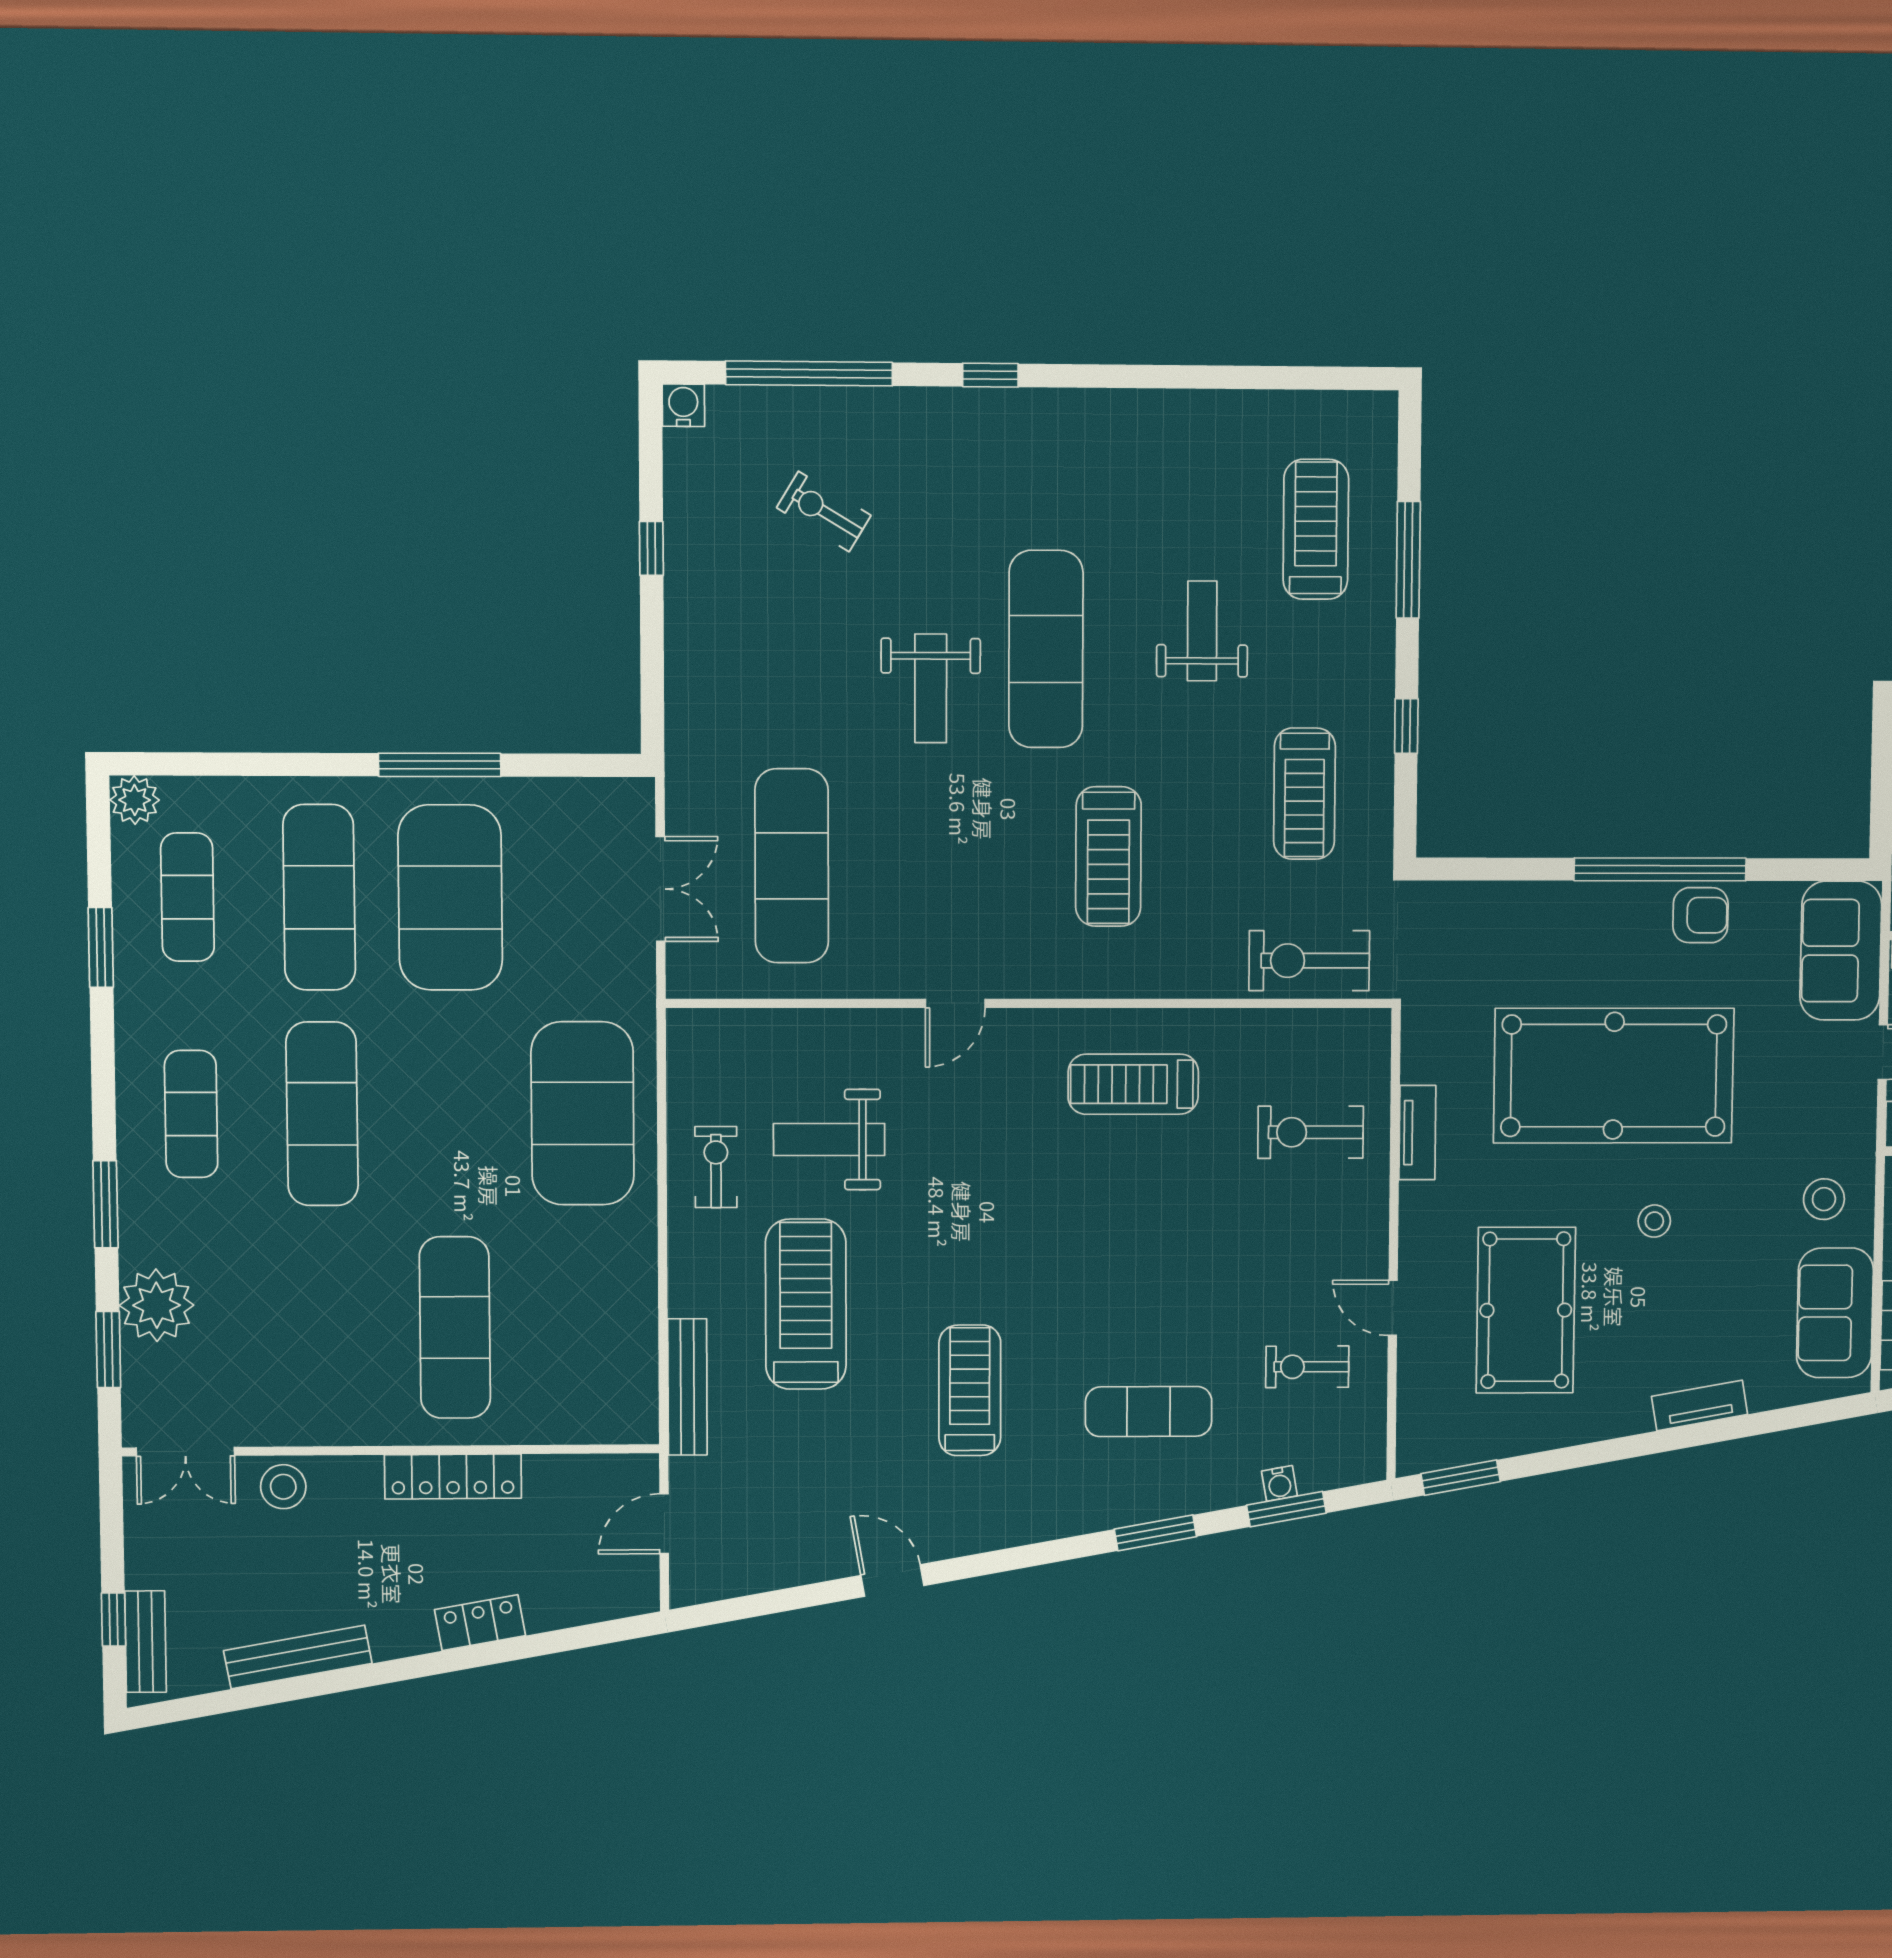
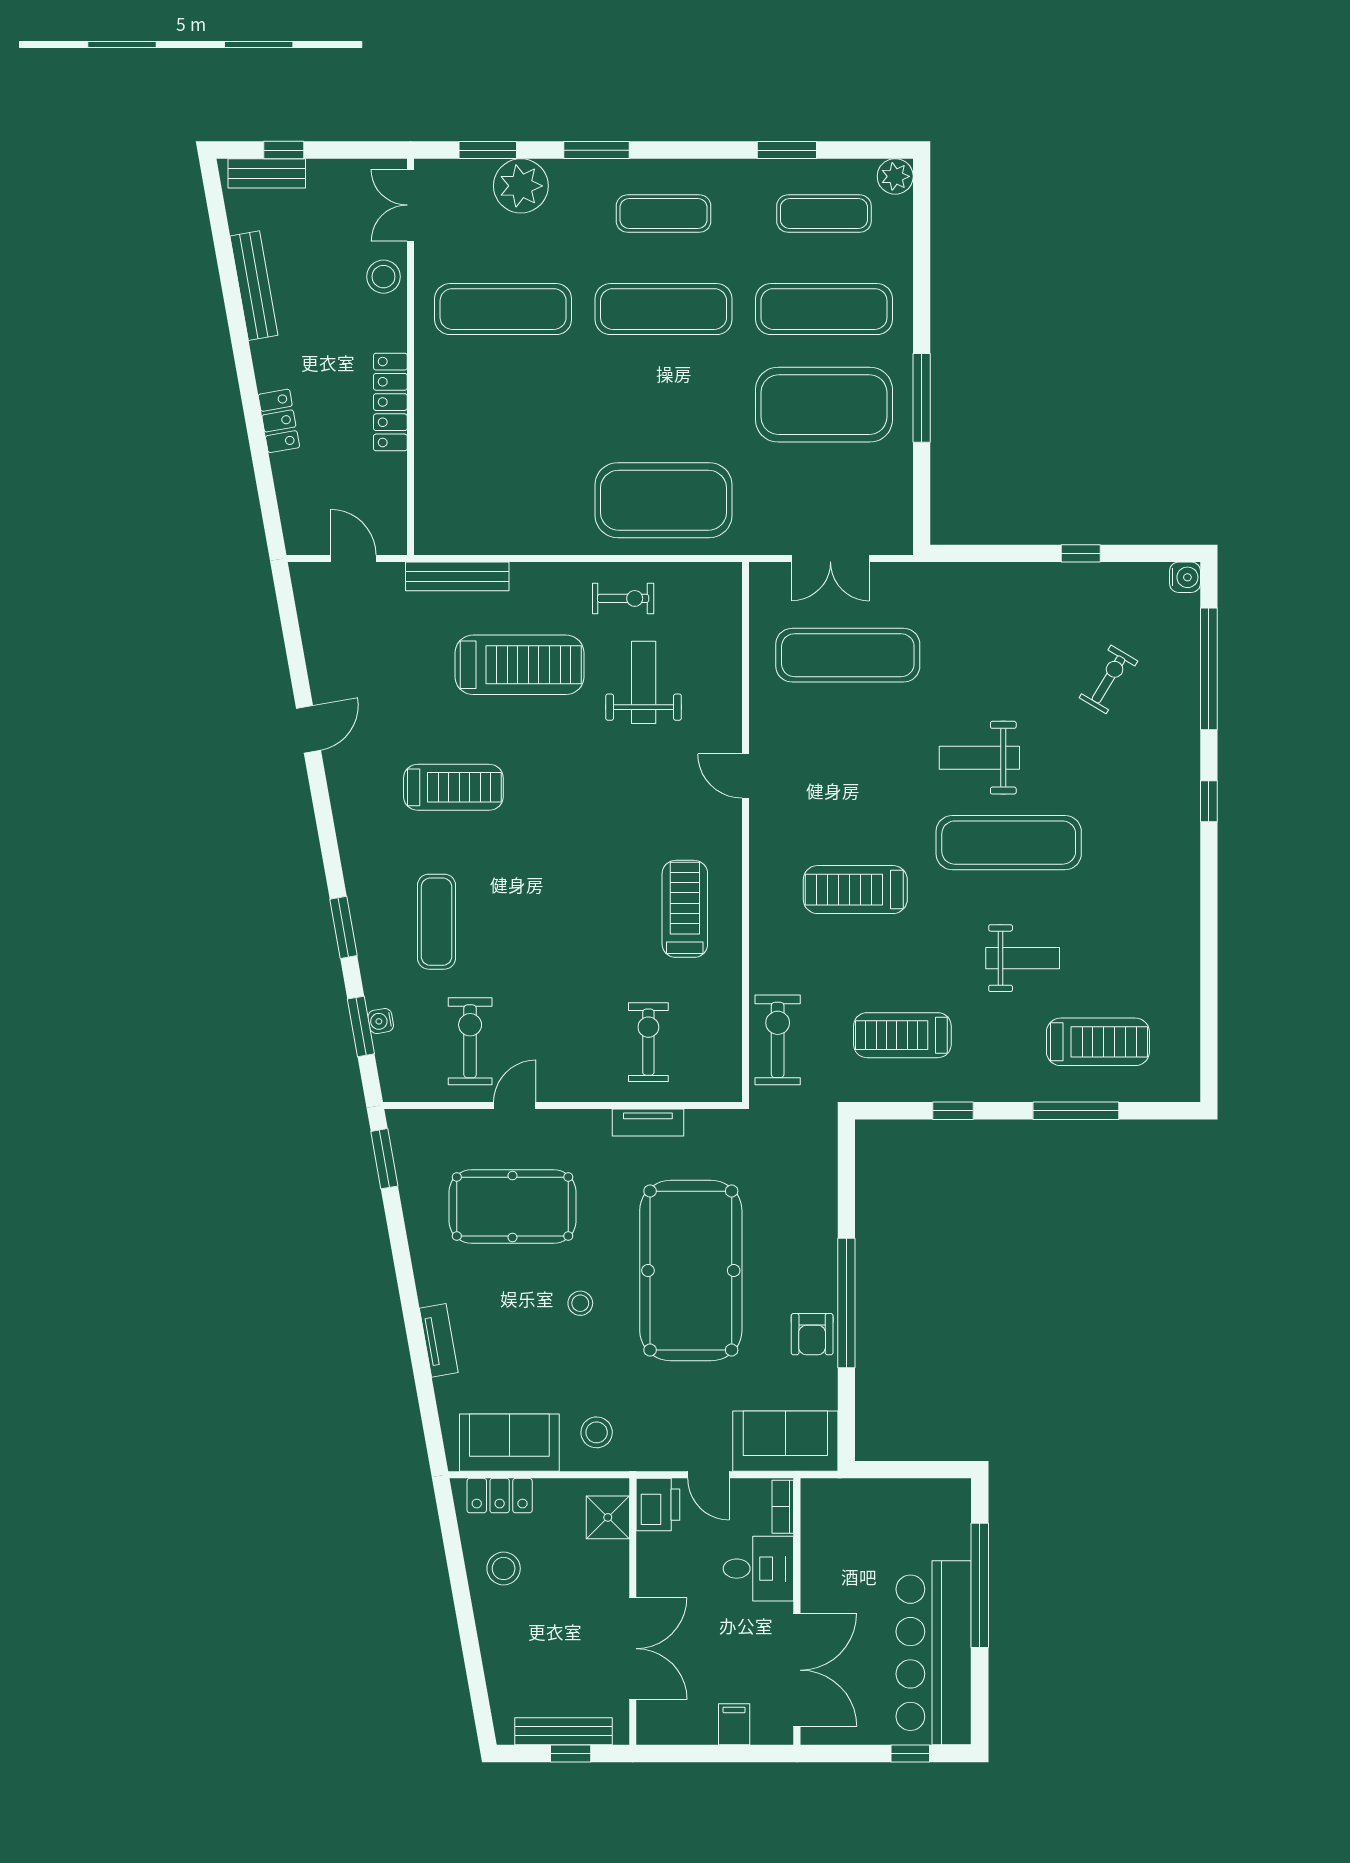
exercise mat: (455, 1327) -> (503, 309), moved
exercise bike: (1307, 1367) -> (470, 1041), width x1.38, depth x1.39

